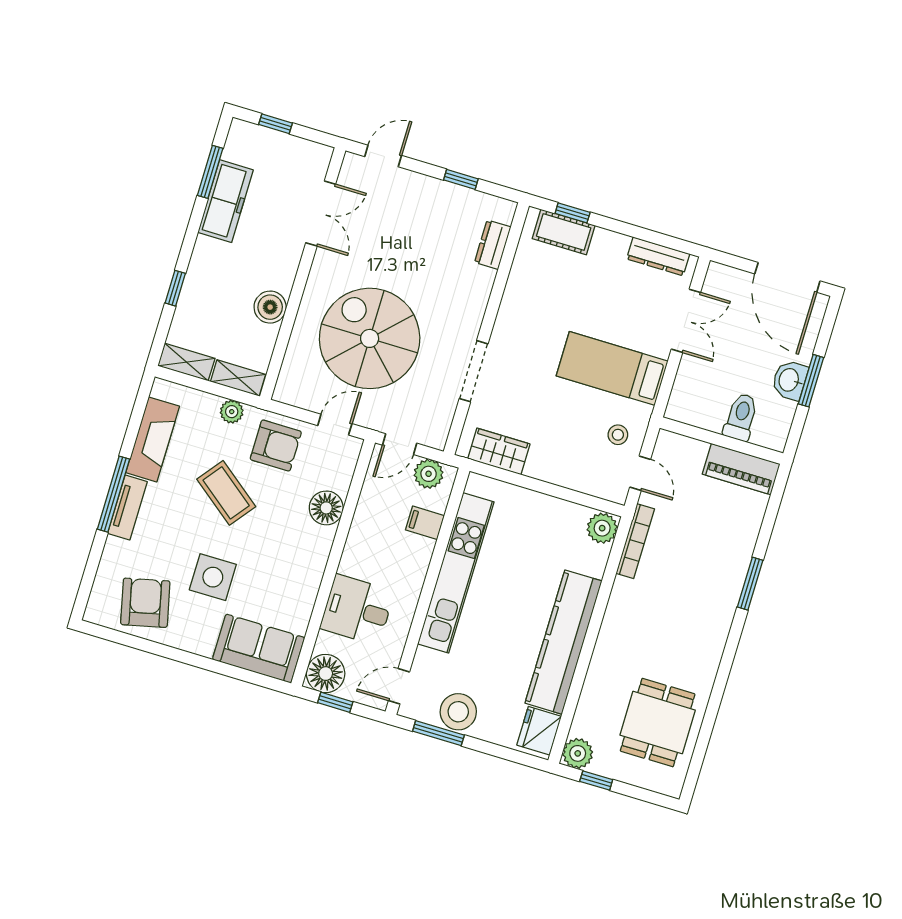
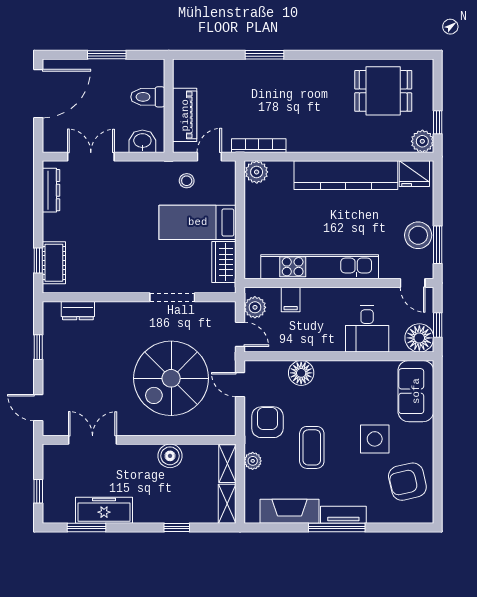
bed: (612, 368) -> (198, 222), moved, turned 90
washbasin: (790, 380) -> (142, 141), moved, turned 180
piano: (741, 469) -> (185, 115), moved
coffee table: (226, 493) -> (312, 447), turned -38

